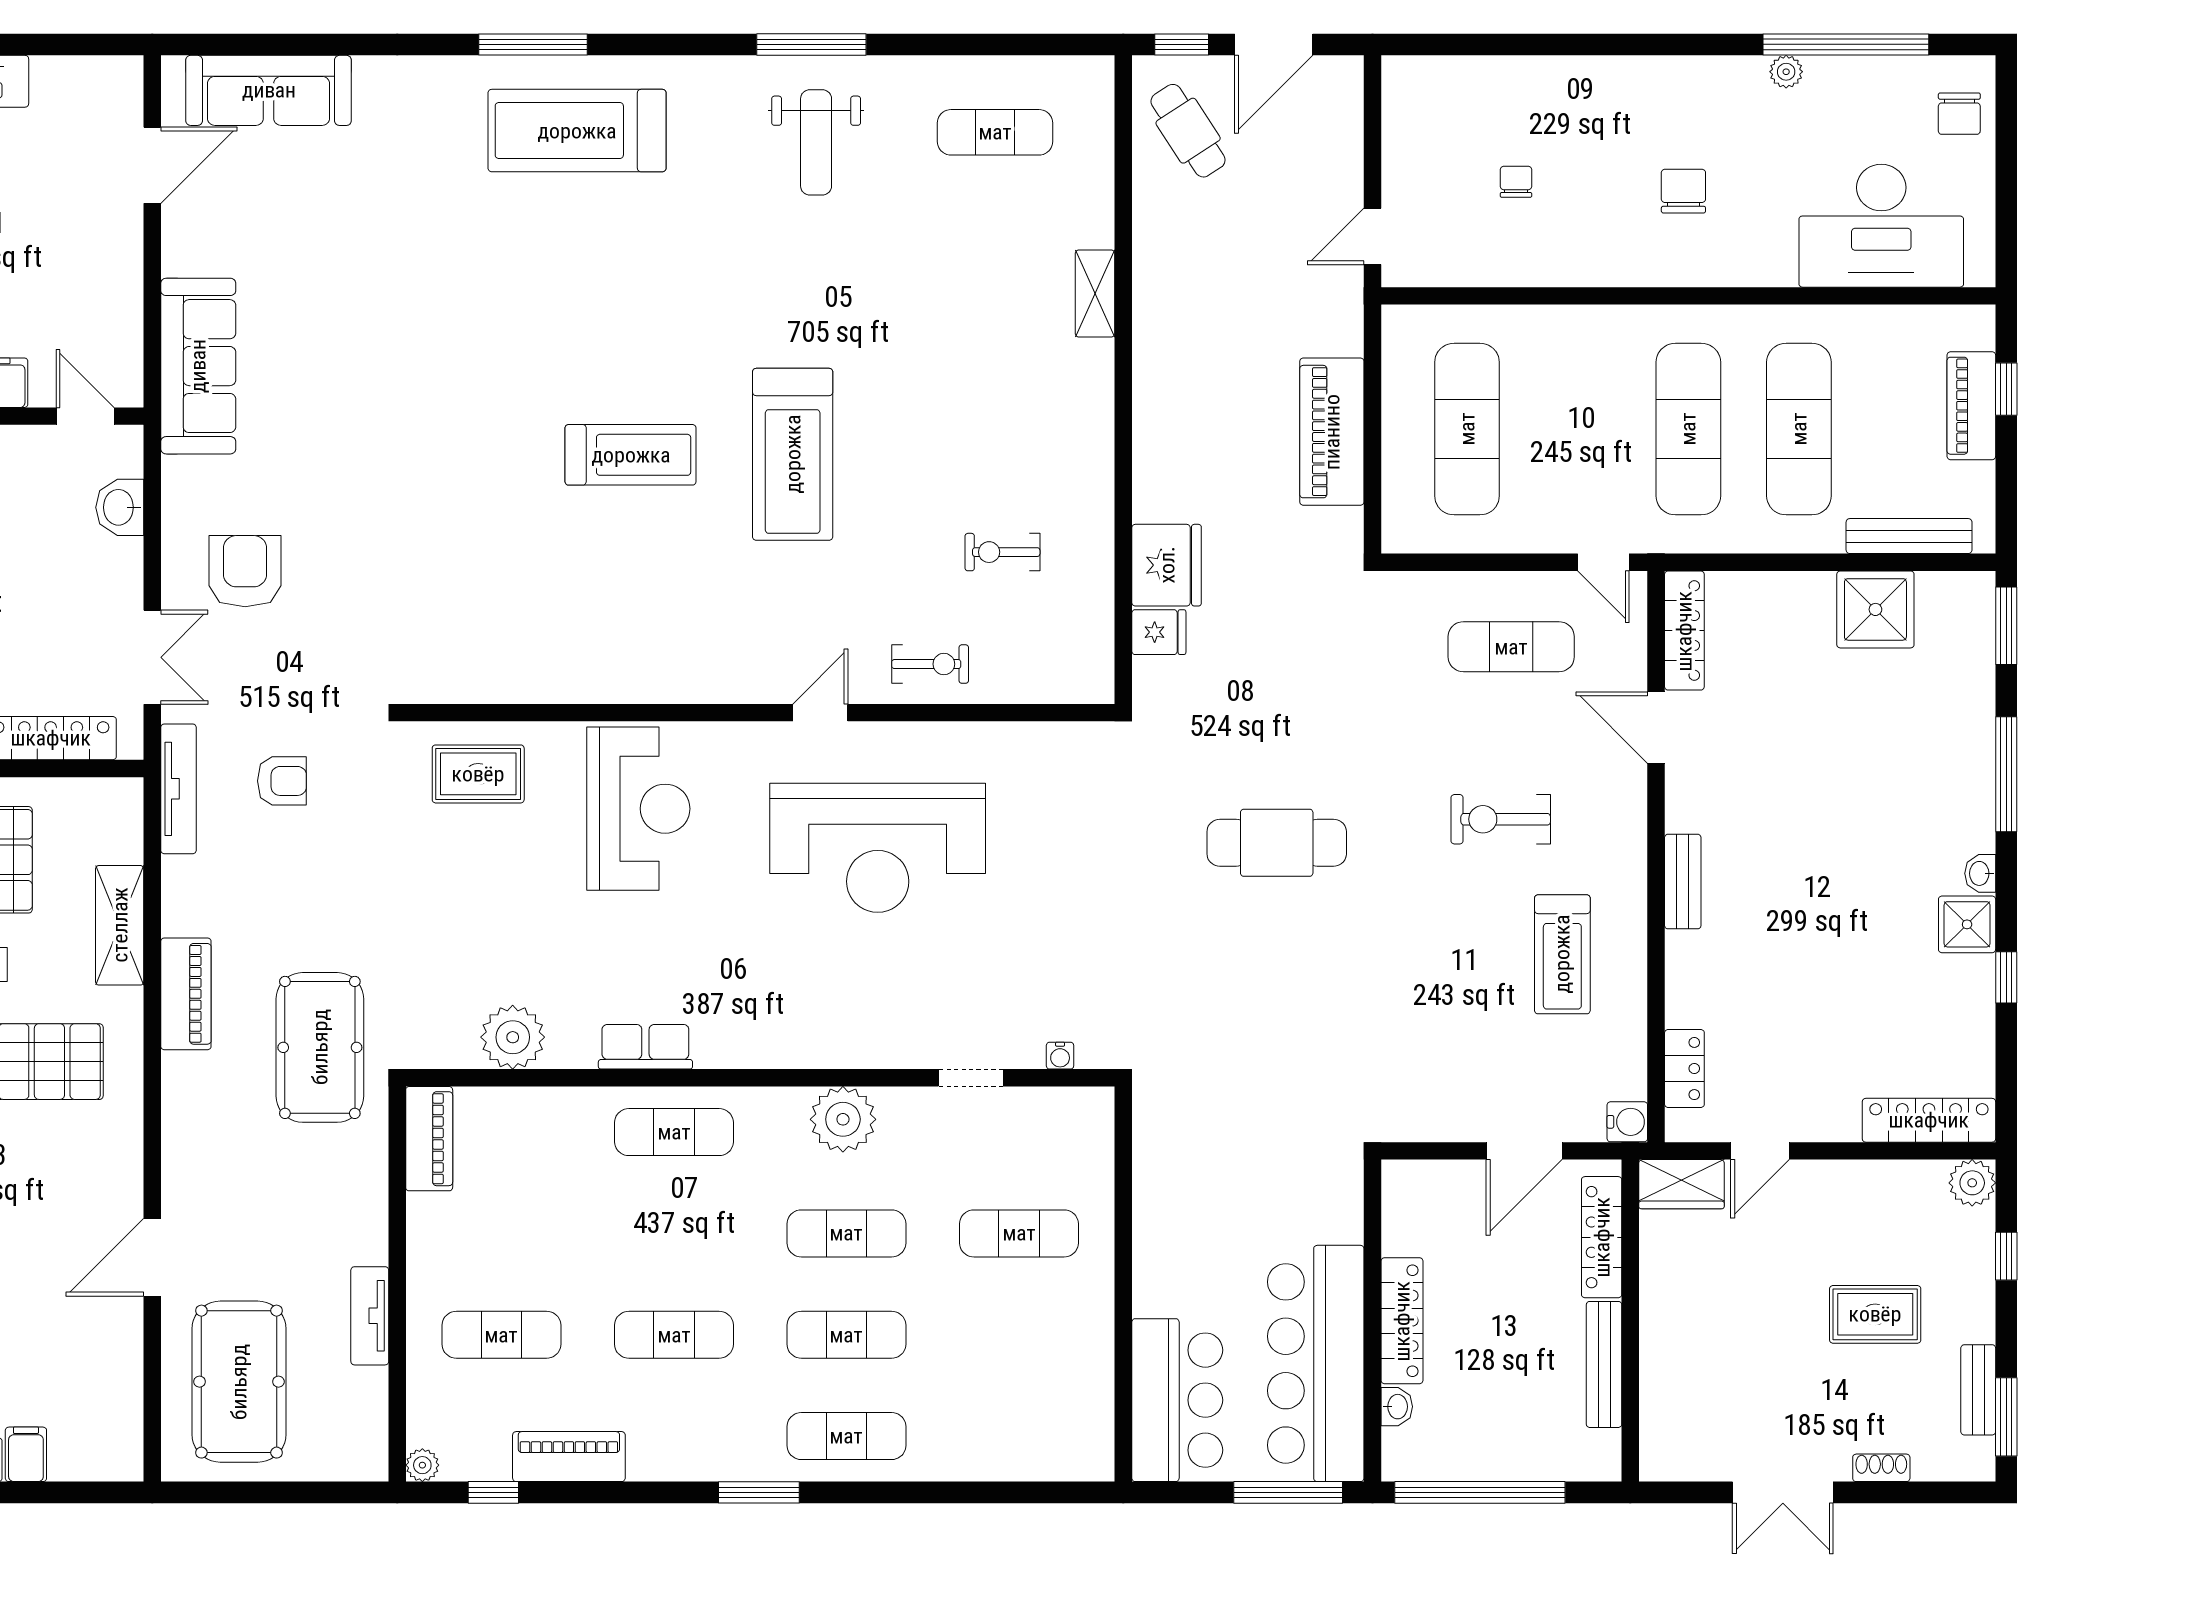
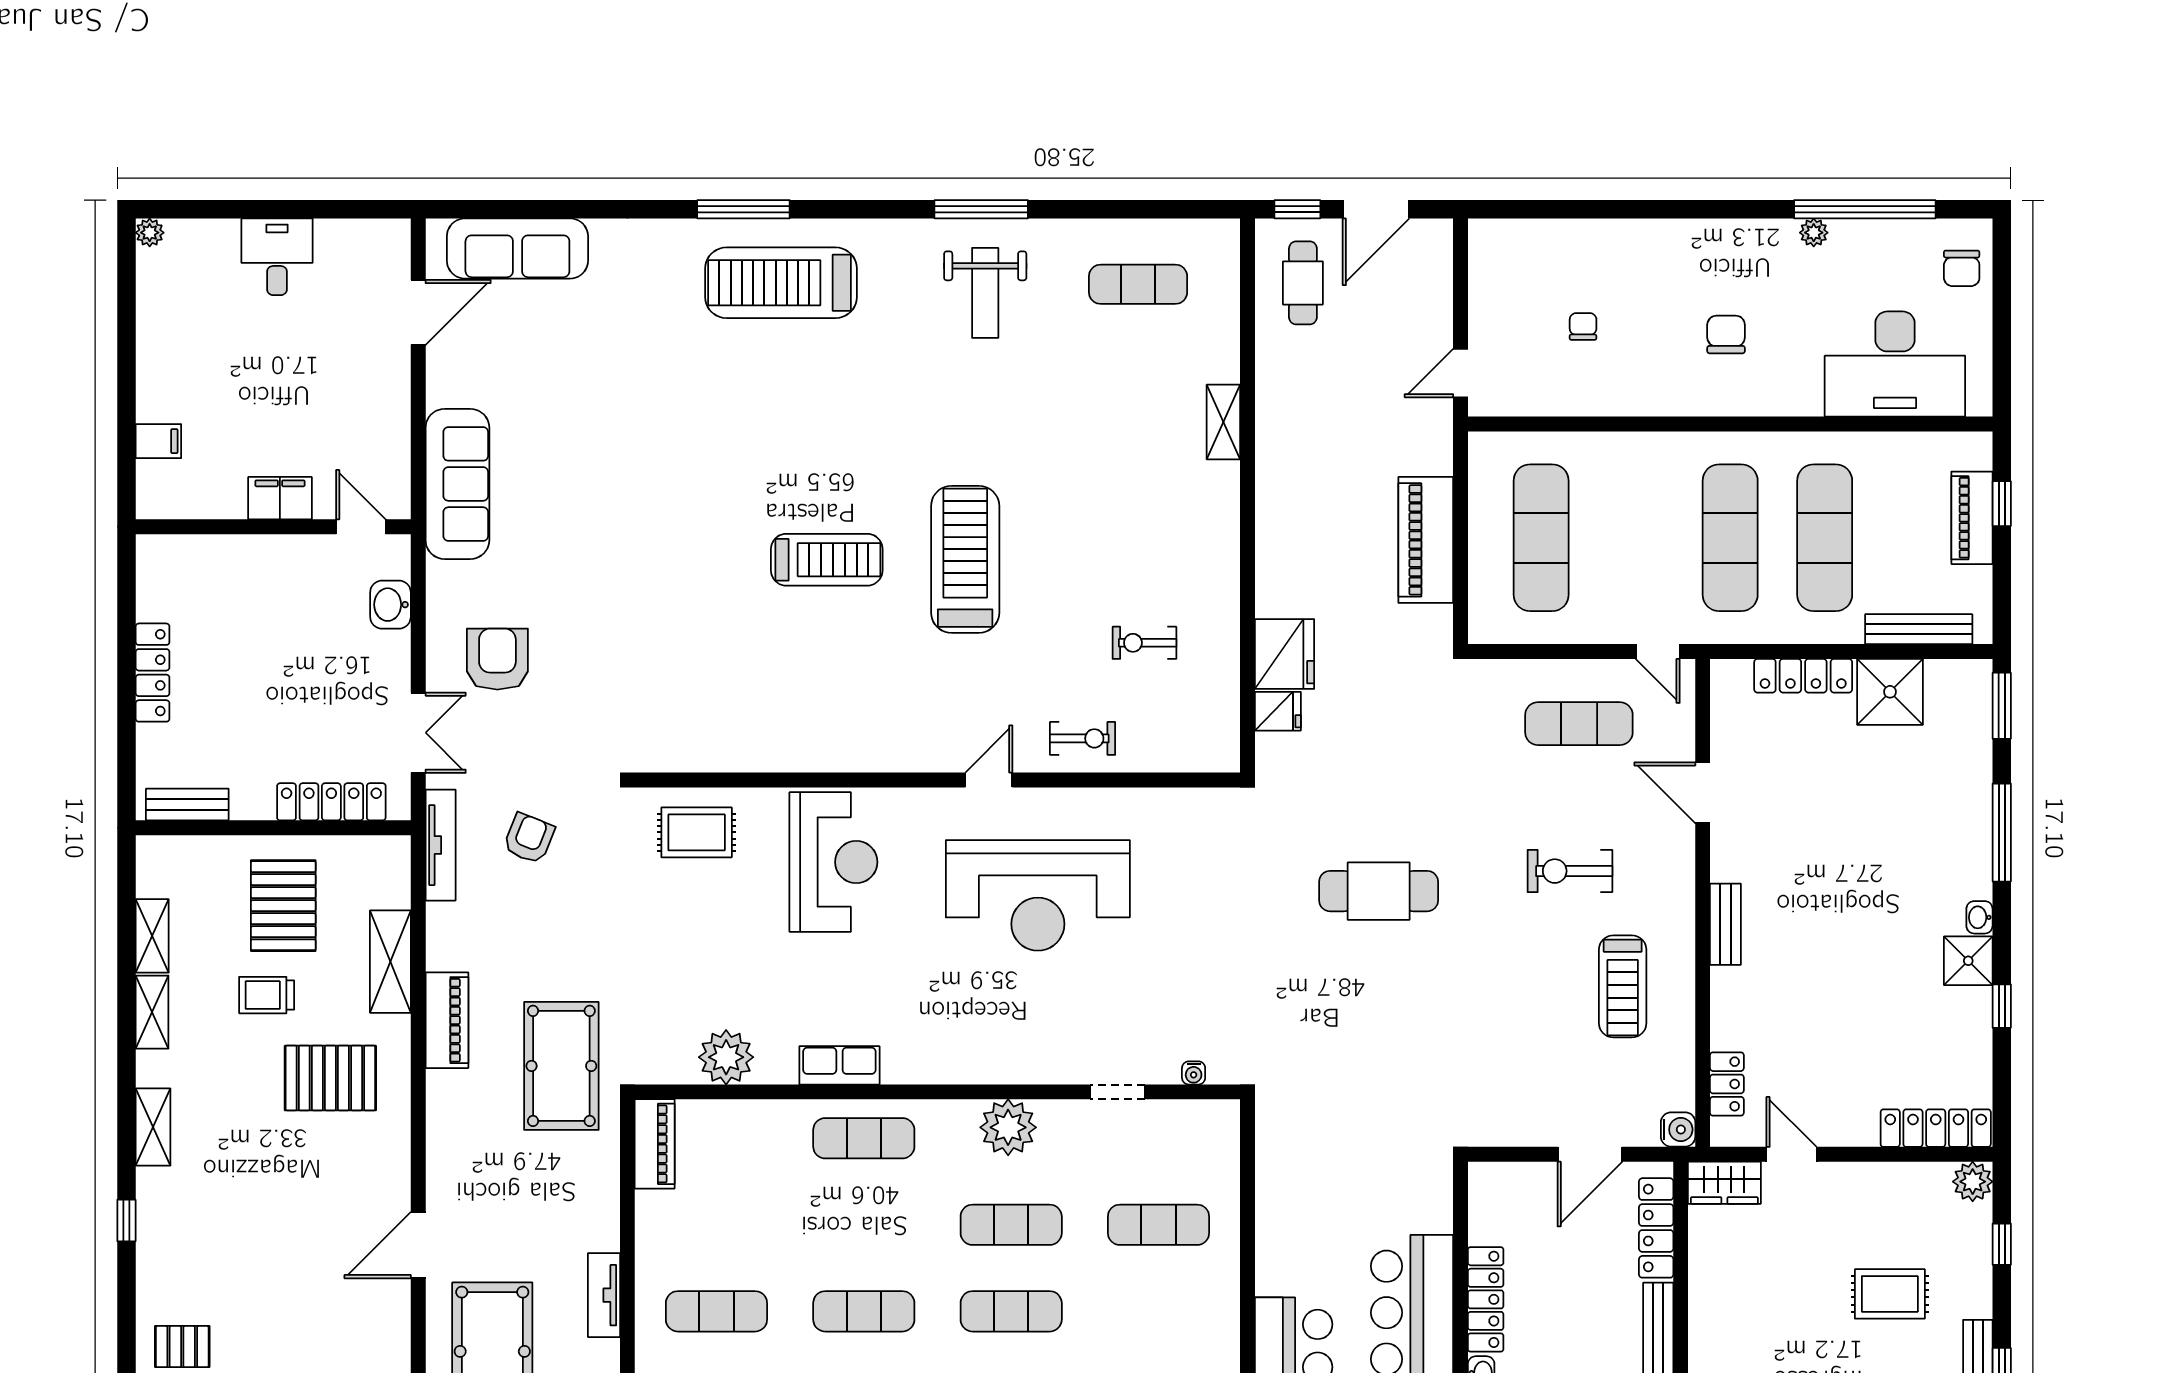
cafe table: (1188, 131) -> (1303, 283), turned 33
treadmill: (793, 454) -> (965, 559), turned 180
locker: (1684, 631) -> (1803, 676), moved, turned 90
armchair: (282, 781) -> (529, 838), turned -68
door: (1760, 1151) -> (1791, 1154), swing flipped

